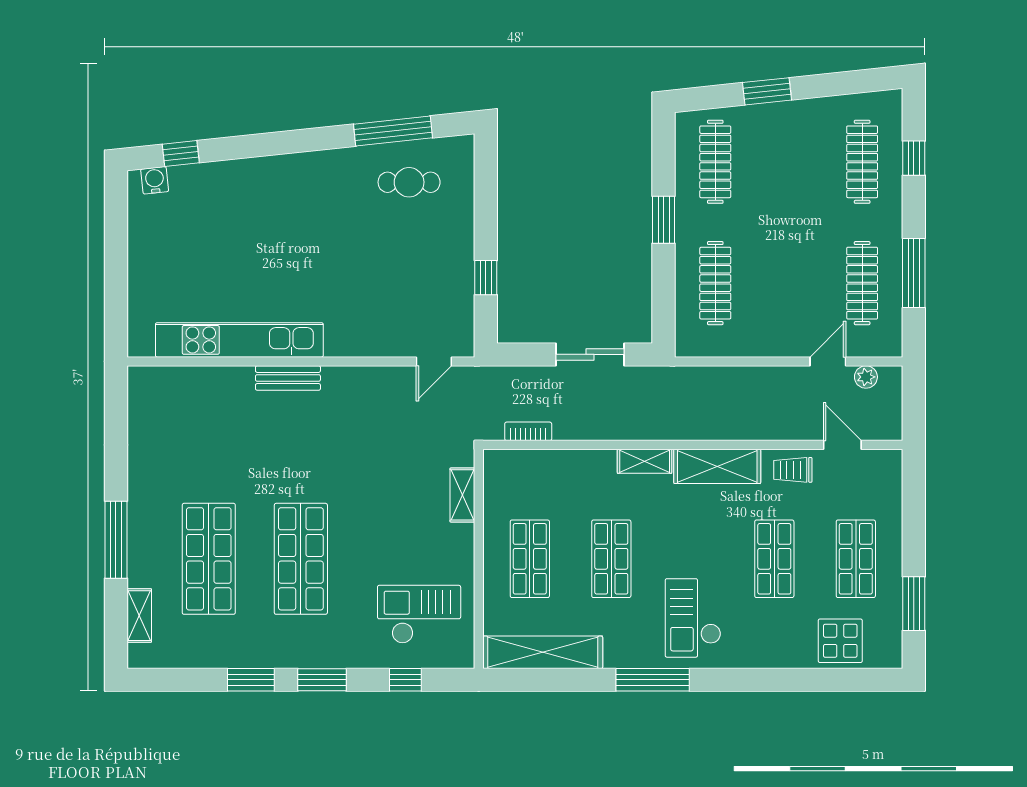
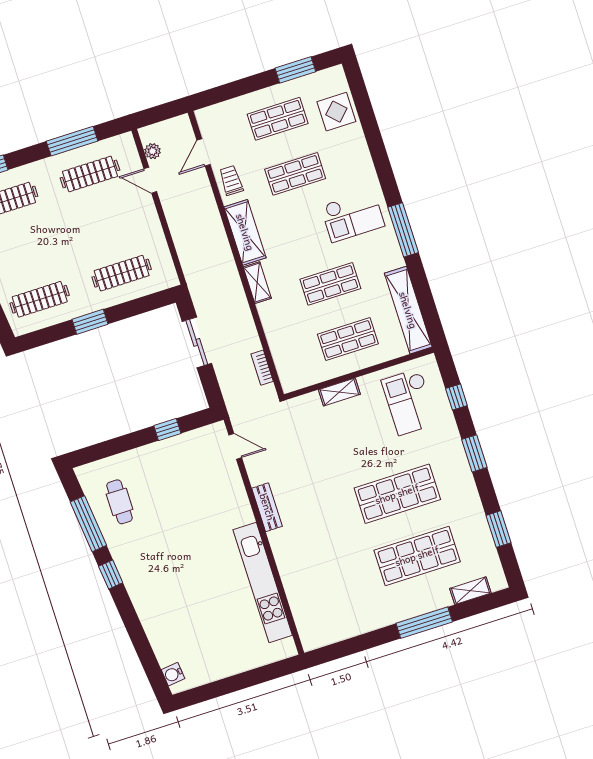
window: (181, 154) -> (111, 574), moved
bench: (288, 378) -> (267, 507), moved
trolley: (793, 470) -> (231, 180), turned 180
shelving: (462, 495) -> (339, 392), moved
window: (251, 680) -> (499, 529), moved

